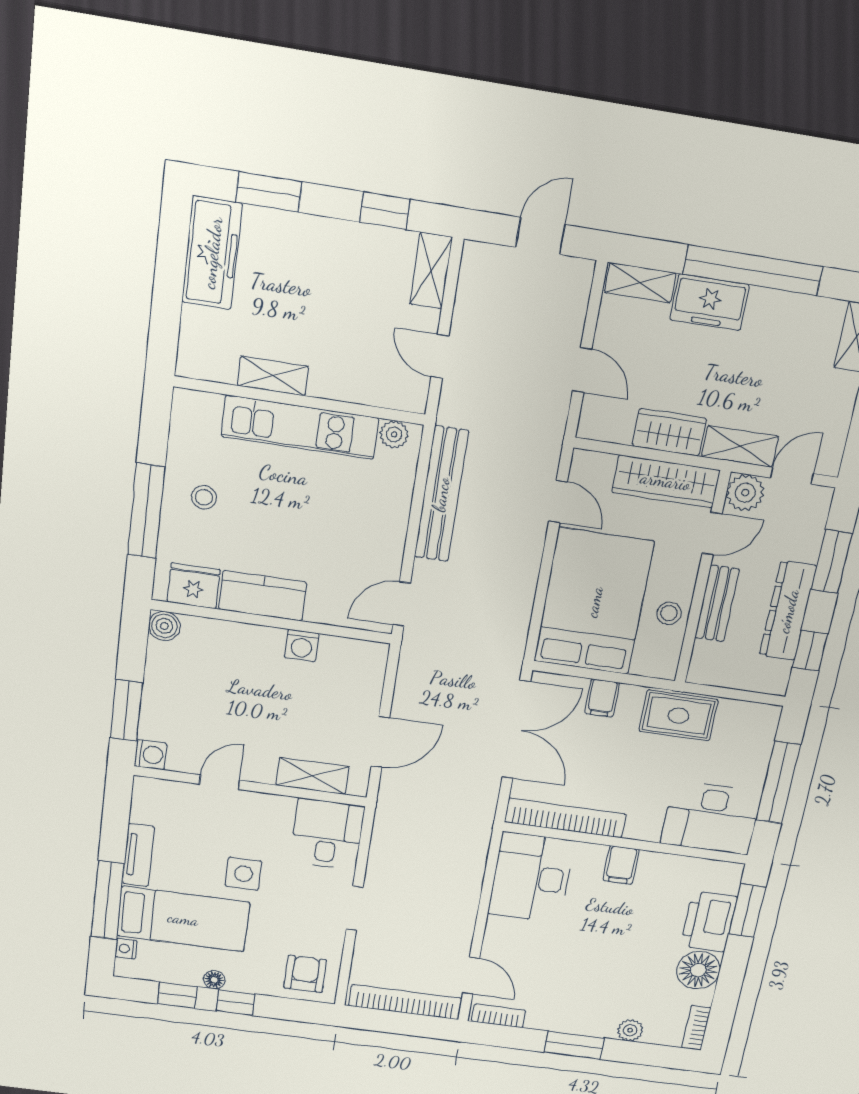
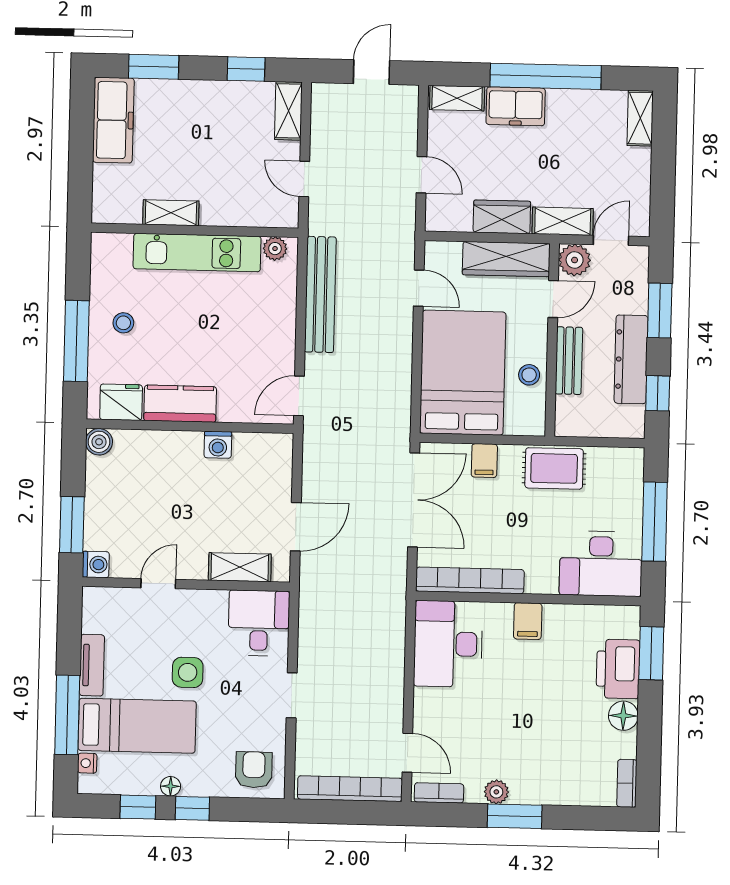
floor lamp: (698, 970) -> (623, 716), width x0.73, depth x0.73
plant: (630, 1030) -> (496, 792), moved

